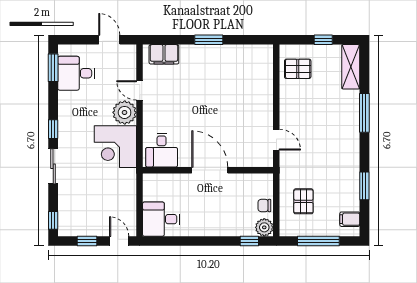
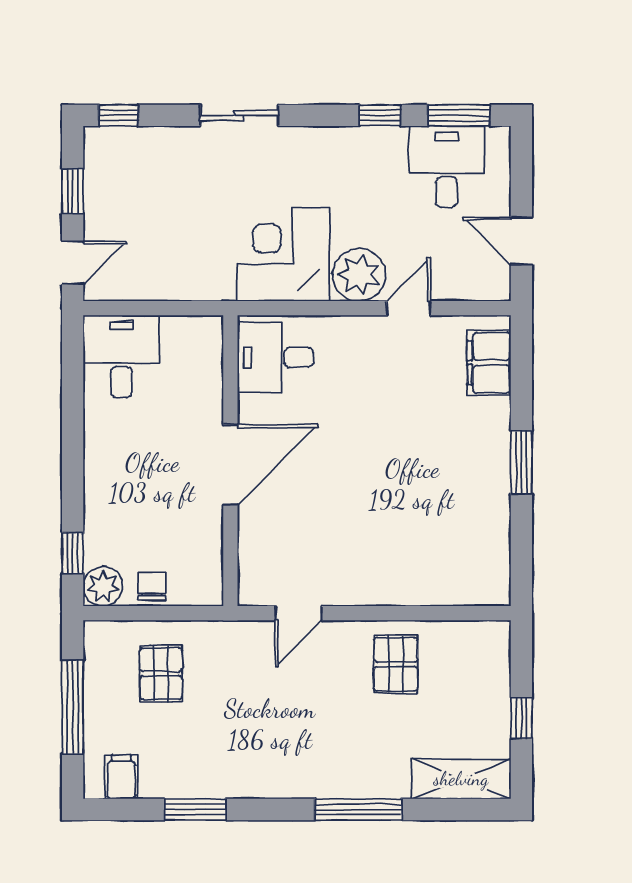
door: (109, 40) -> (521, 241), swing flipped
pallet: (298, 69) -> (396, 664), moved
window: (53, 129) -> (380, 115), moved
pallet: (303, 201) -> (161, 674), turned 90

